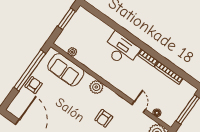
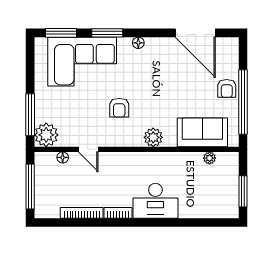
armchair: (104, 118) -> (119, 108), turned 180

